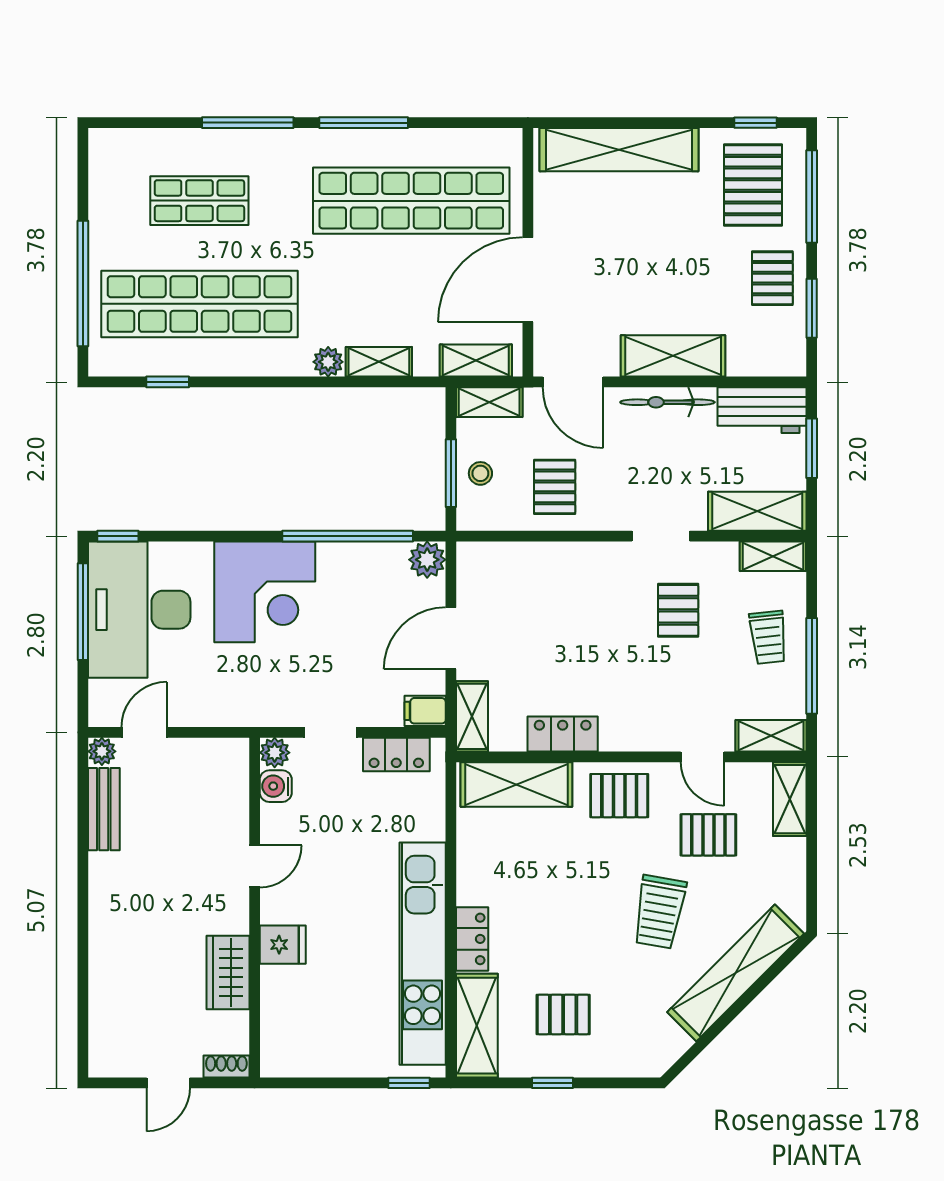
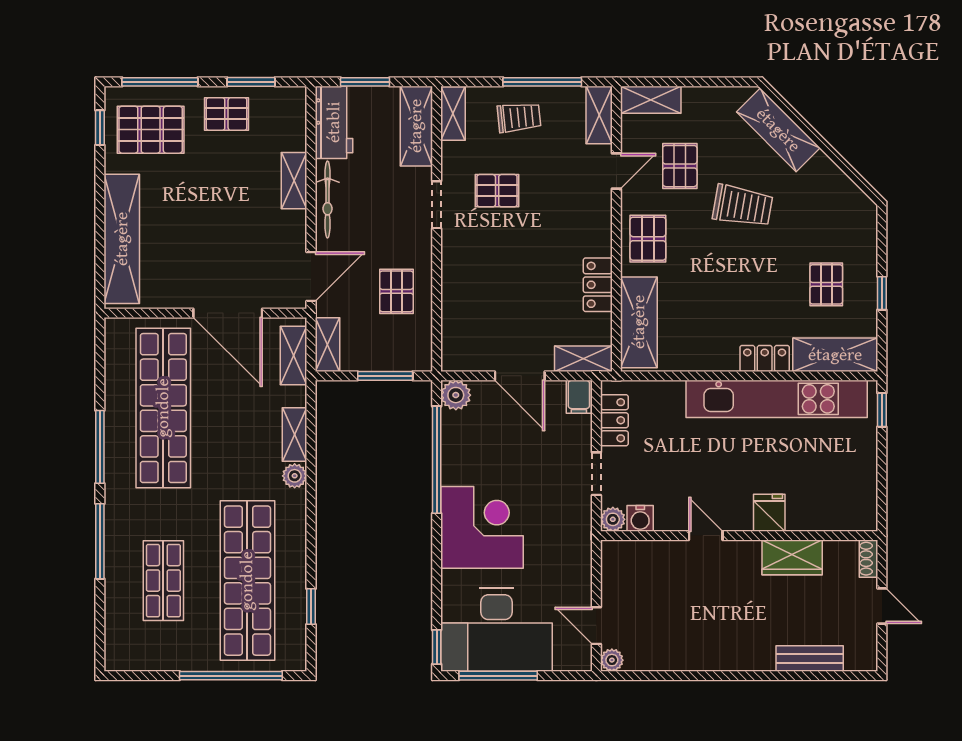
shelving: (673, 356) -> (294, 181), width x0.67, depth x0.75
stool: (480, 473) -> (385, 352), removed
pallet: (555, 487) -> (396, 291), turned 90
bench: (104, 809) -> (810, 658), moved
shelving: (736, 973) -> (778, 130), width x0.68

